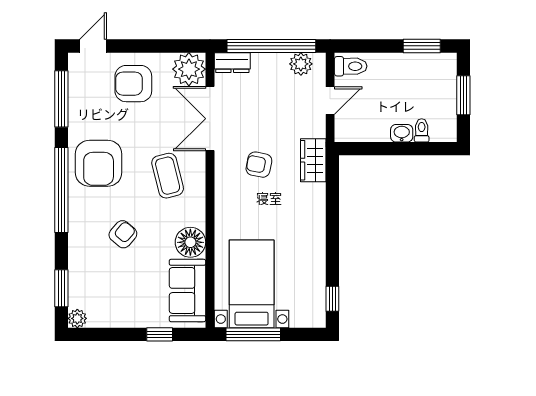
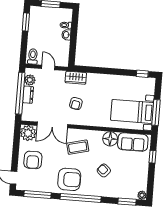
dresser: (232, 63) -> (28, 95), moved

